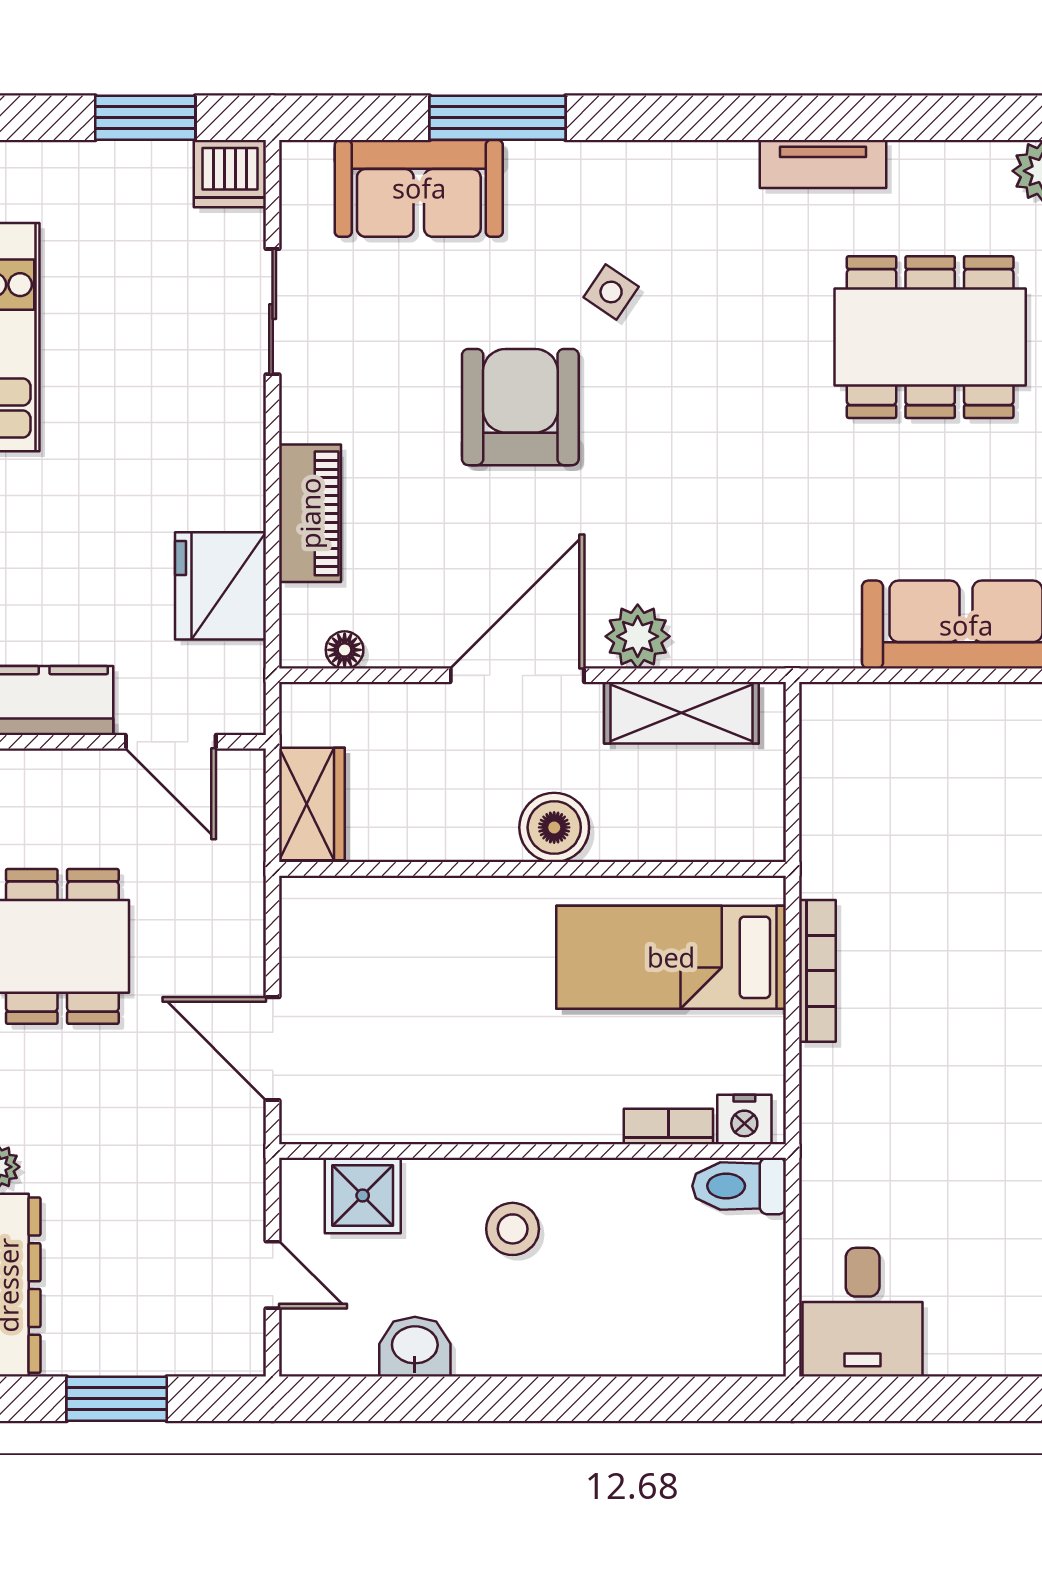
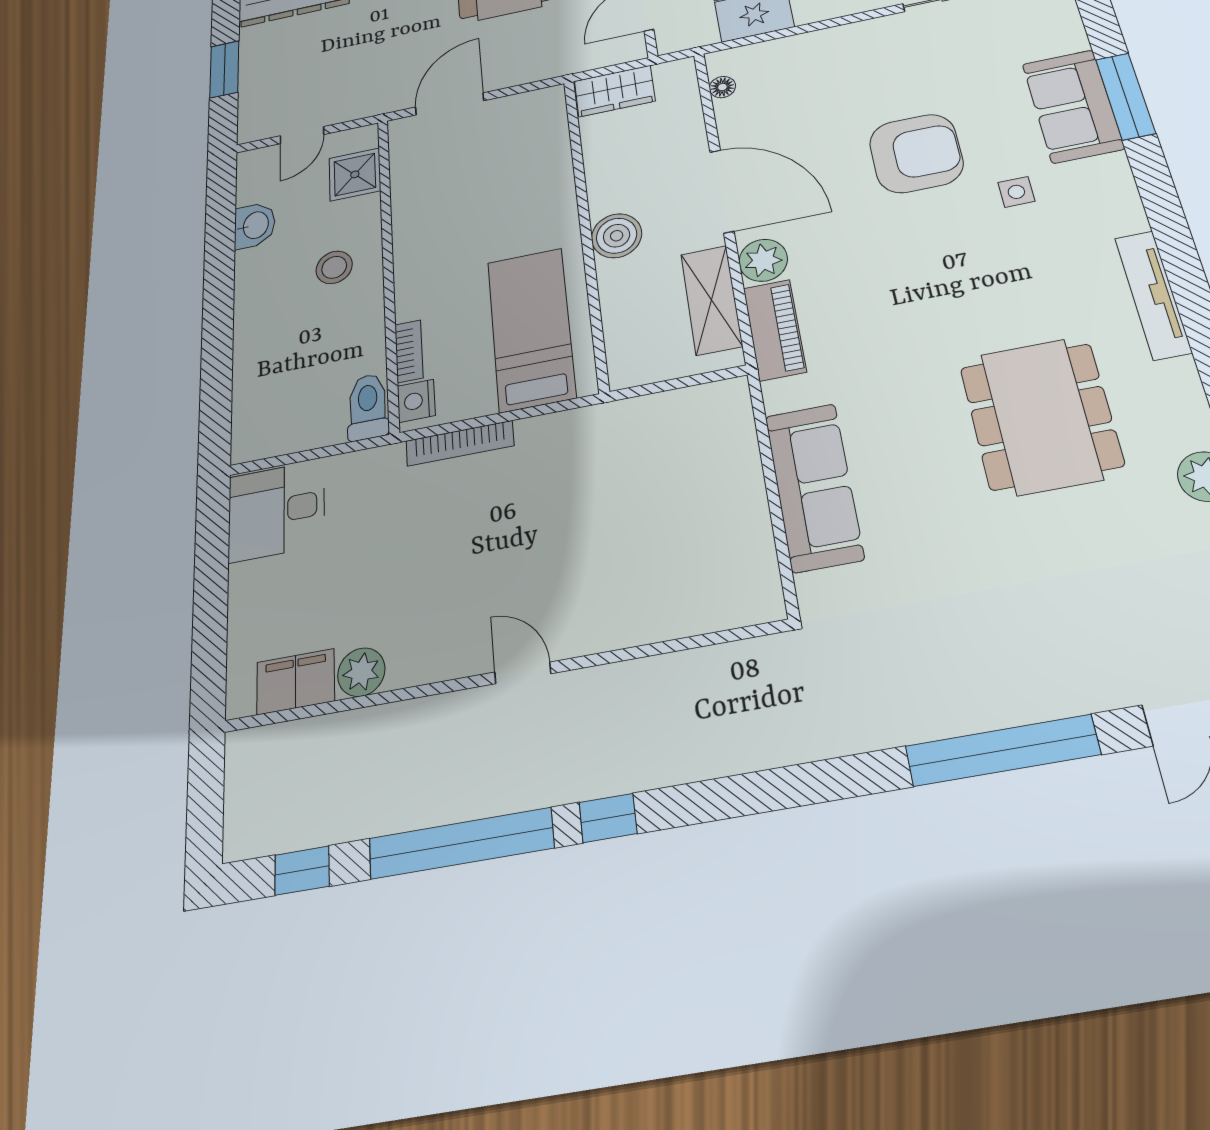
tv unit: (823, 164) -> (1153, 295), width x1.41
sofa: (419, 188) -> (1073, 106), moved
side table: (611, 292) -> (1016, 192), turned -34
piano: (310, 513) -> (775, 330), moved, turned -90
bookcase: (817, 971) -> (460, 443), moved

